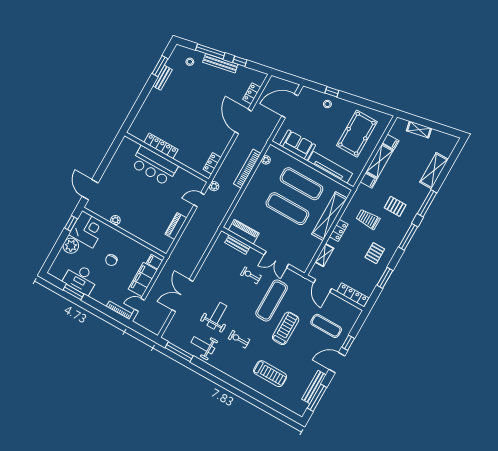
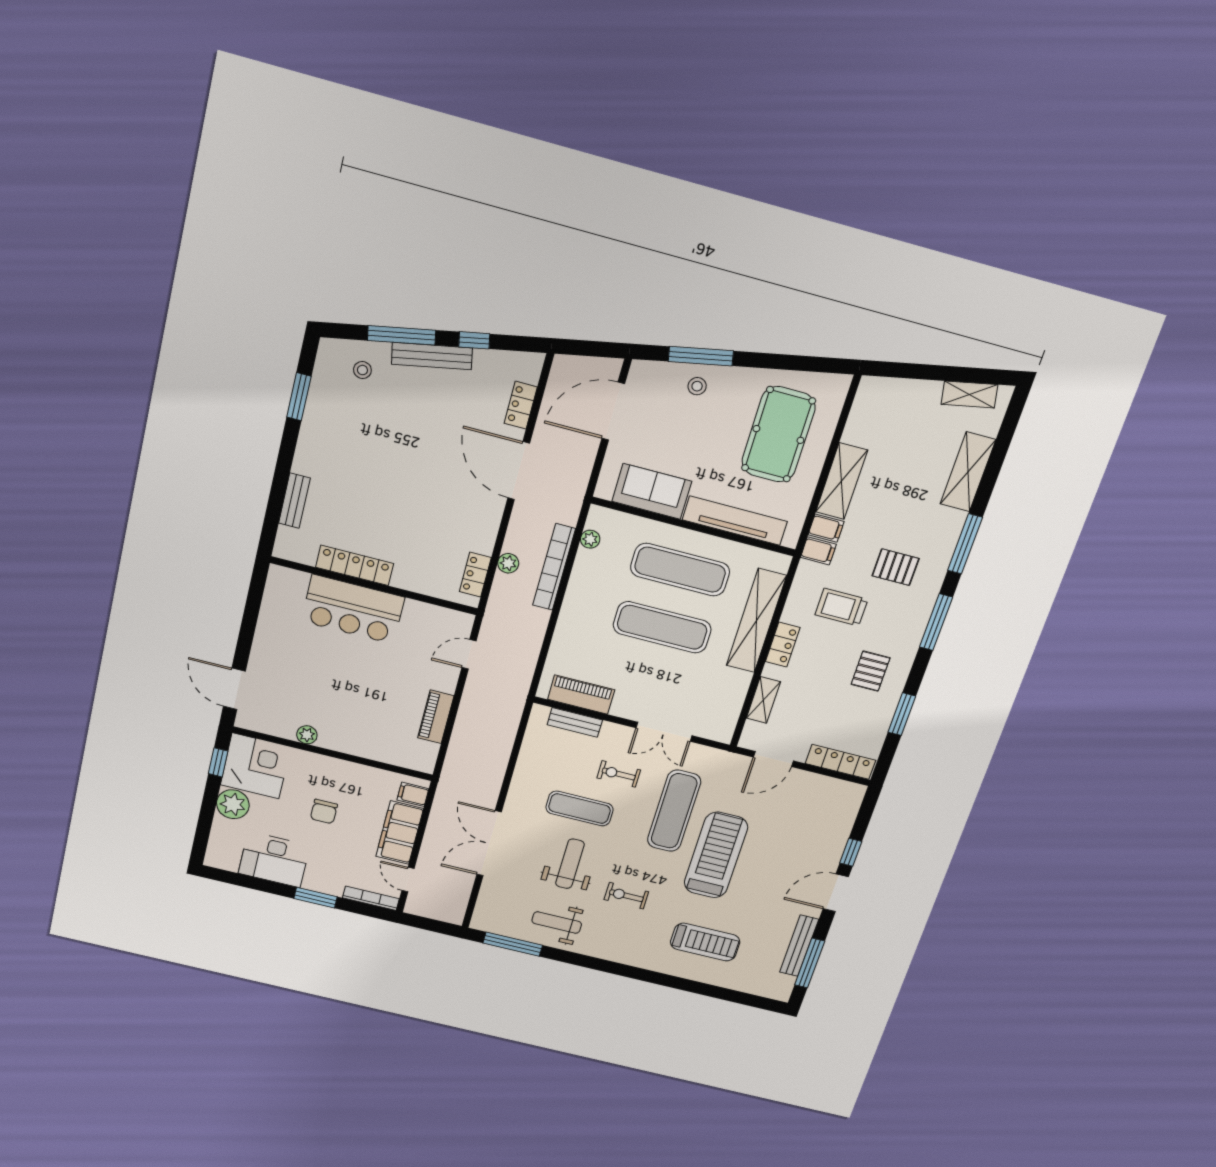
bench: (162, 78) -> (294, 501), moved
window: (332, 92) -> (701, 356), width x2.17
shelving: (419, 130) -> (969, 394), moved
filing cabinet: (391, 142) -> (818, 551), moved
plant: (214, 186) -> (508, 563), moved
door: (323, 286) -> (773, 759), hinge flipped
window: (73, 292) -> (315, 898), moved
door: (140, 305) -> (408, 880), hinge flipped
exercise mat: (326, 326) -> (580, 809), moved
treadmill: (286, 328) -> (716, 855), width x1.37, depth x1.37

